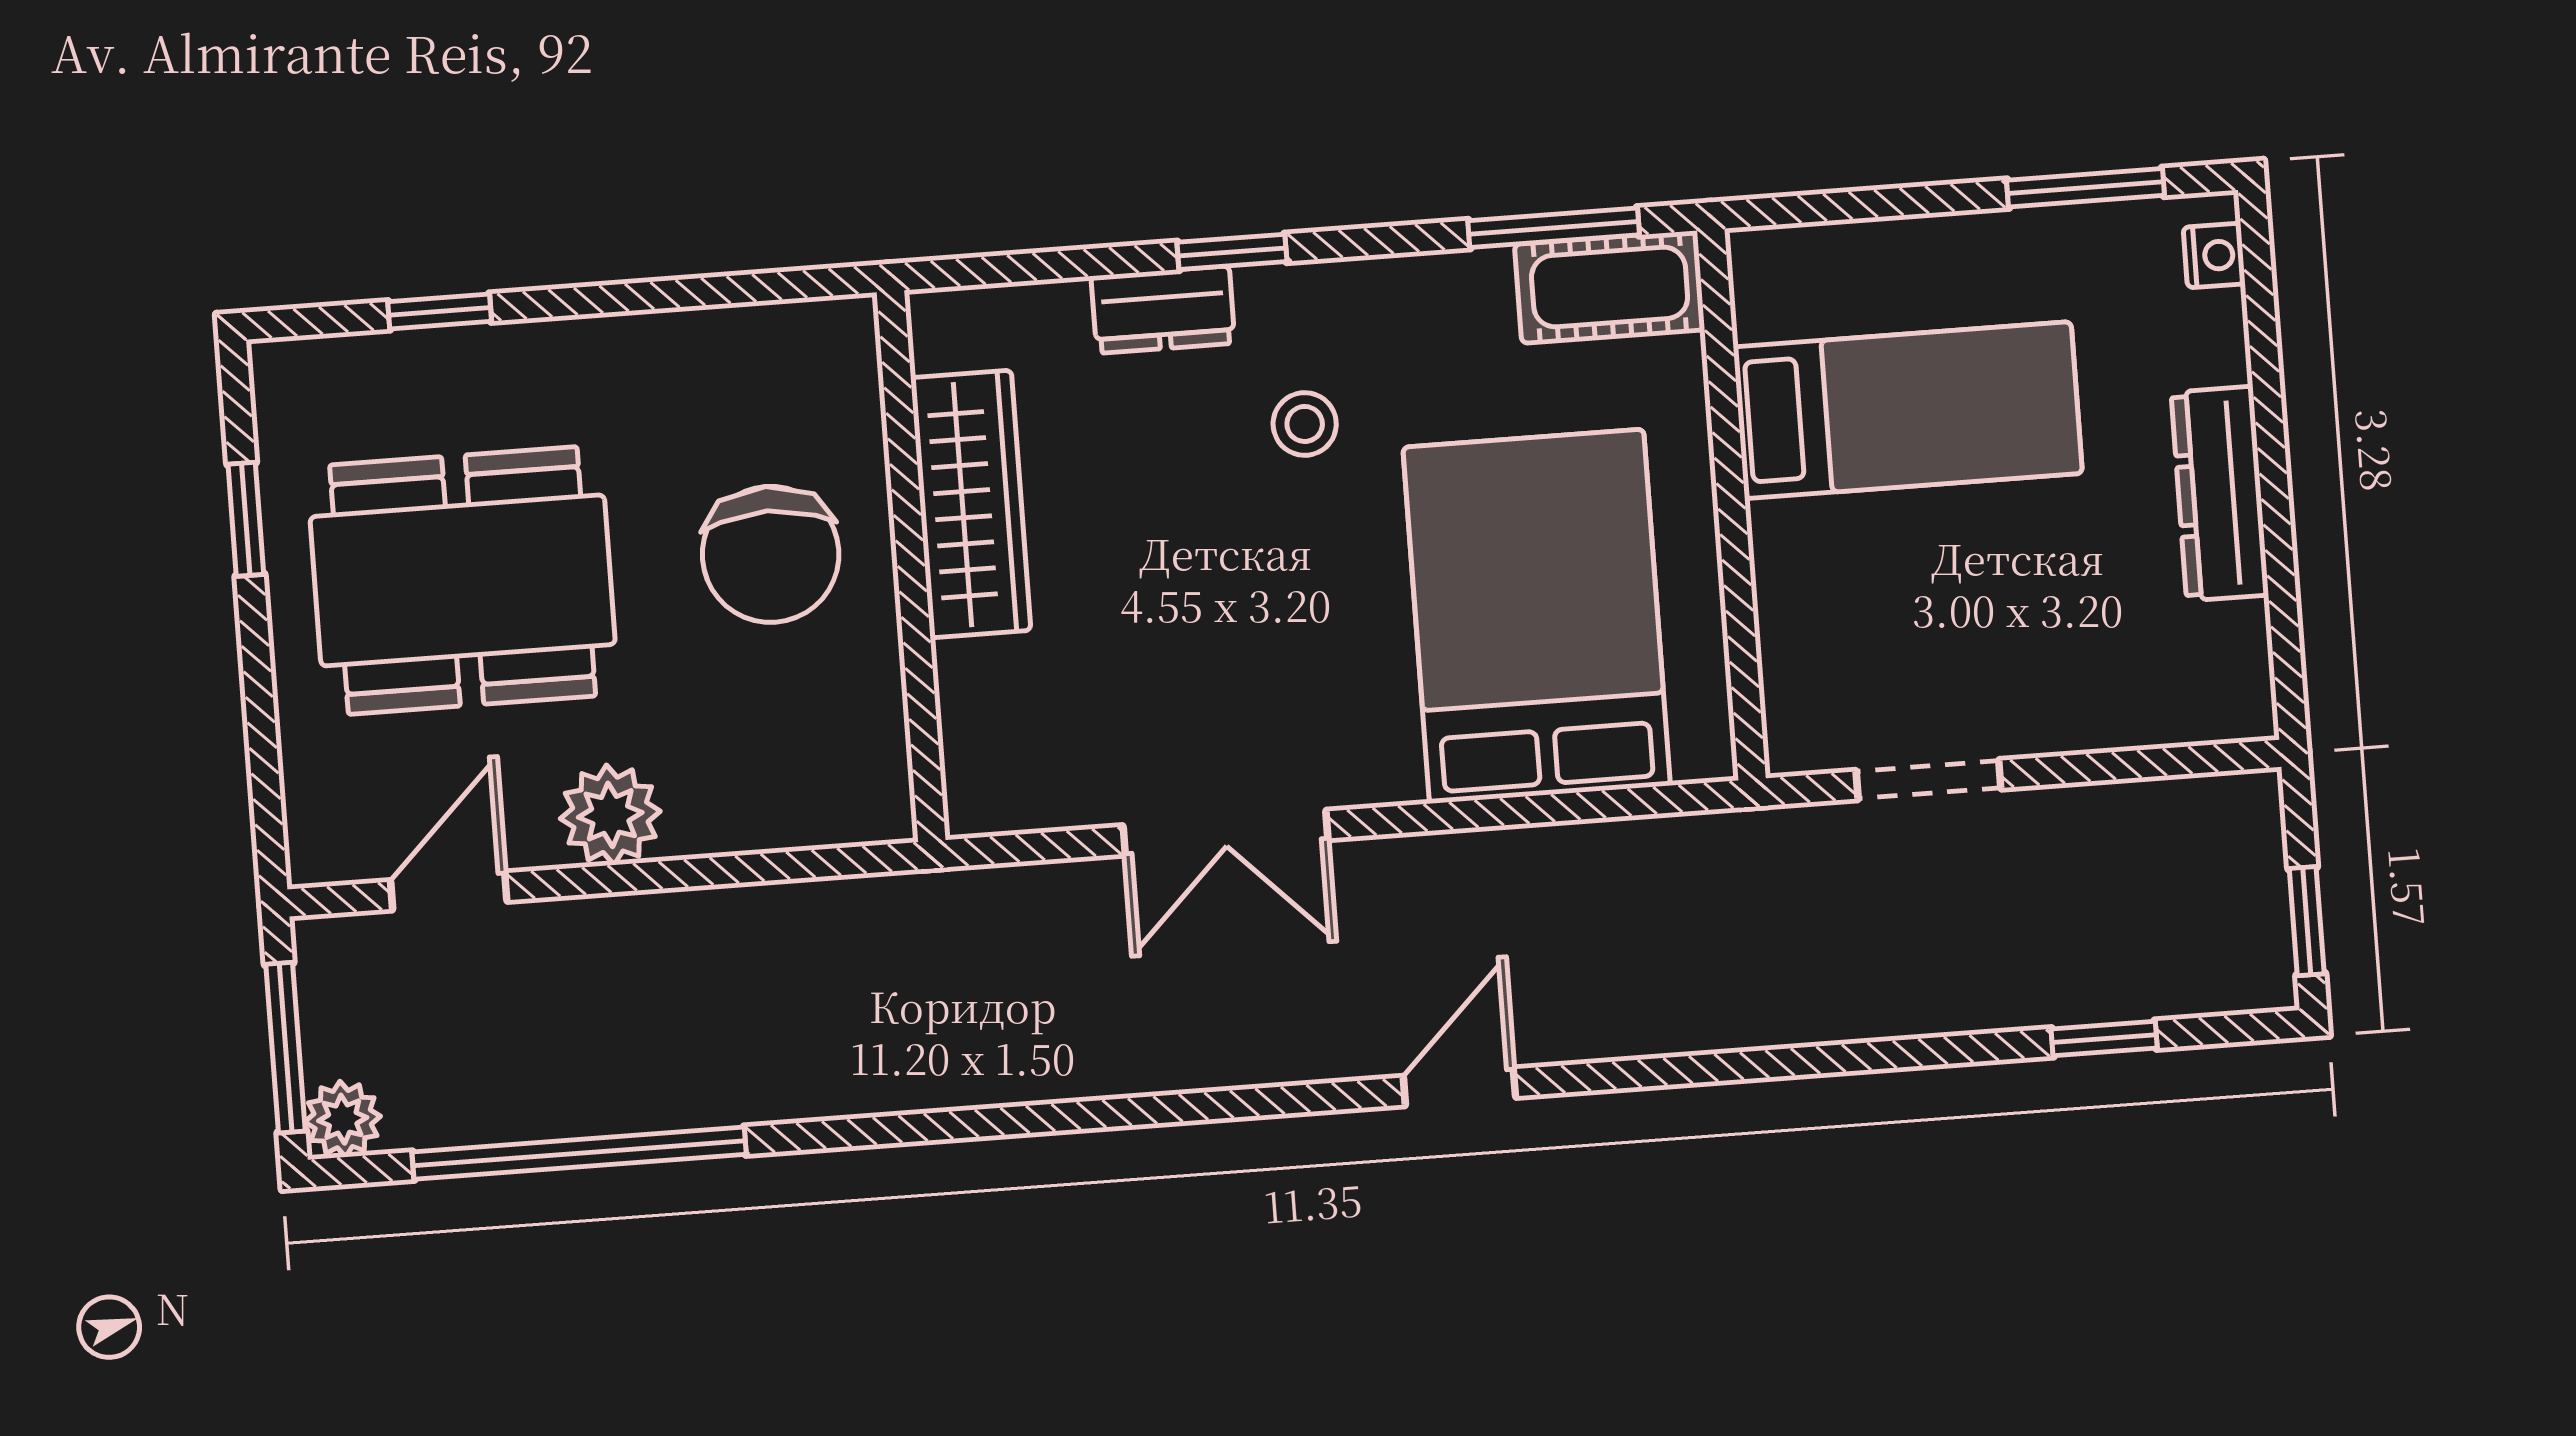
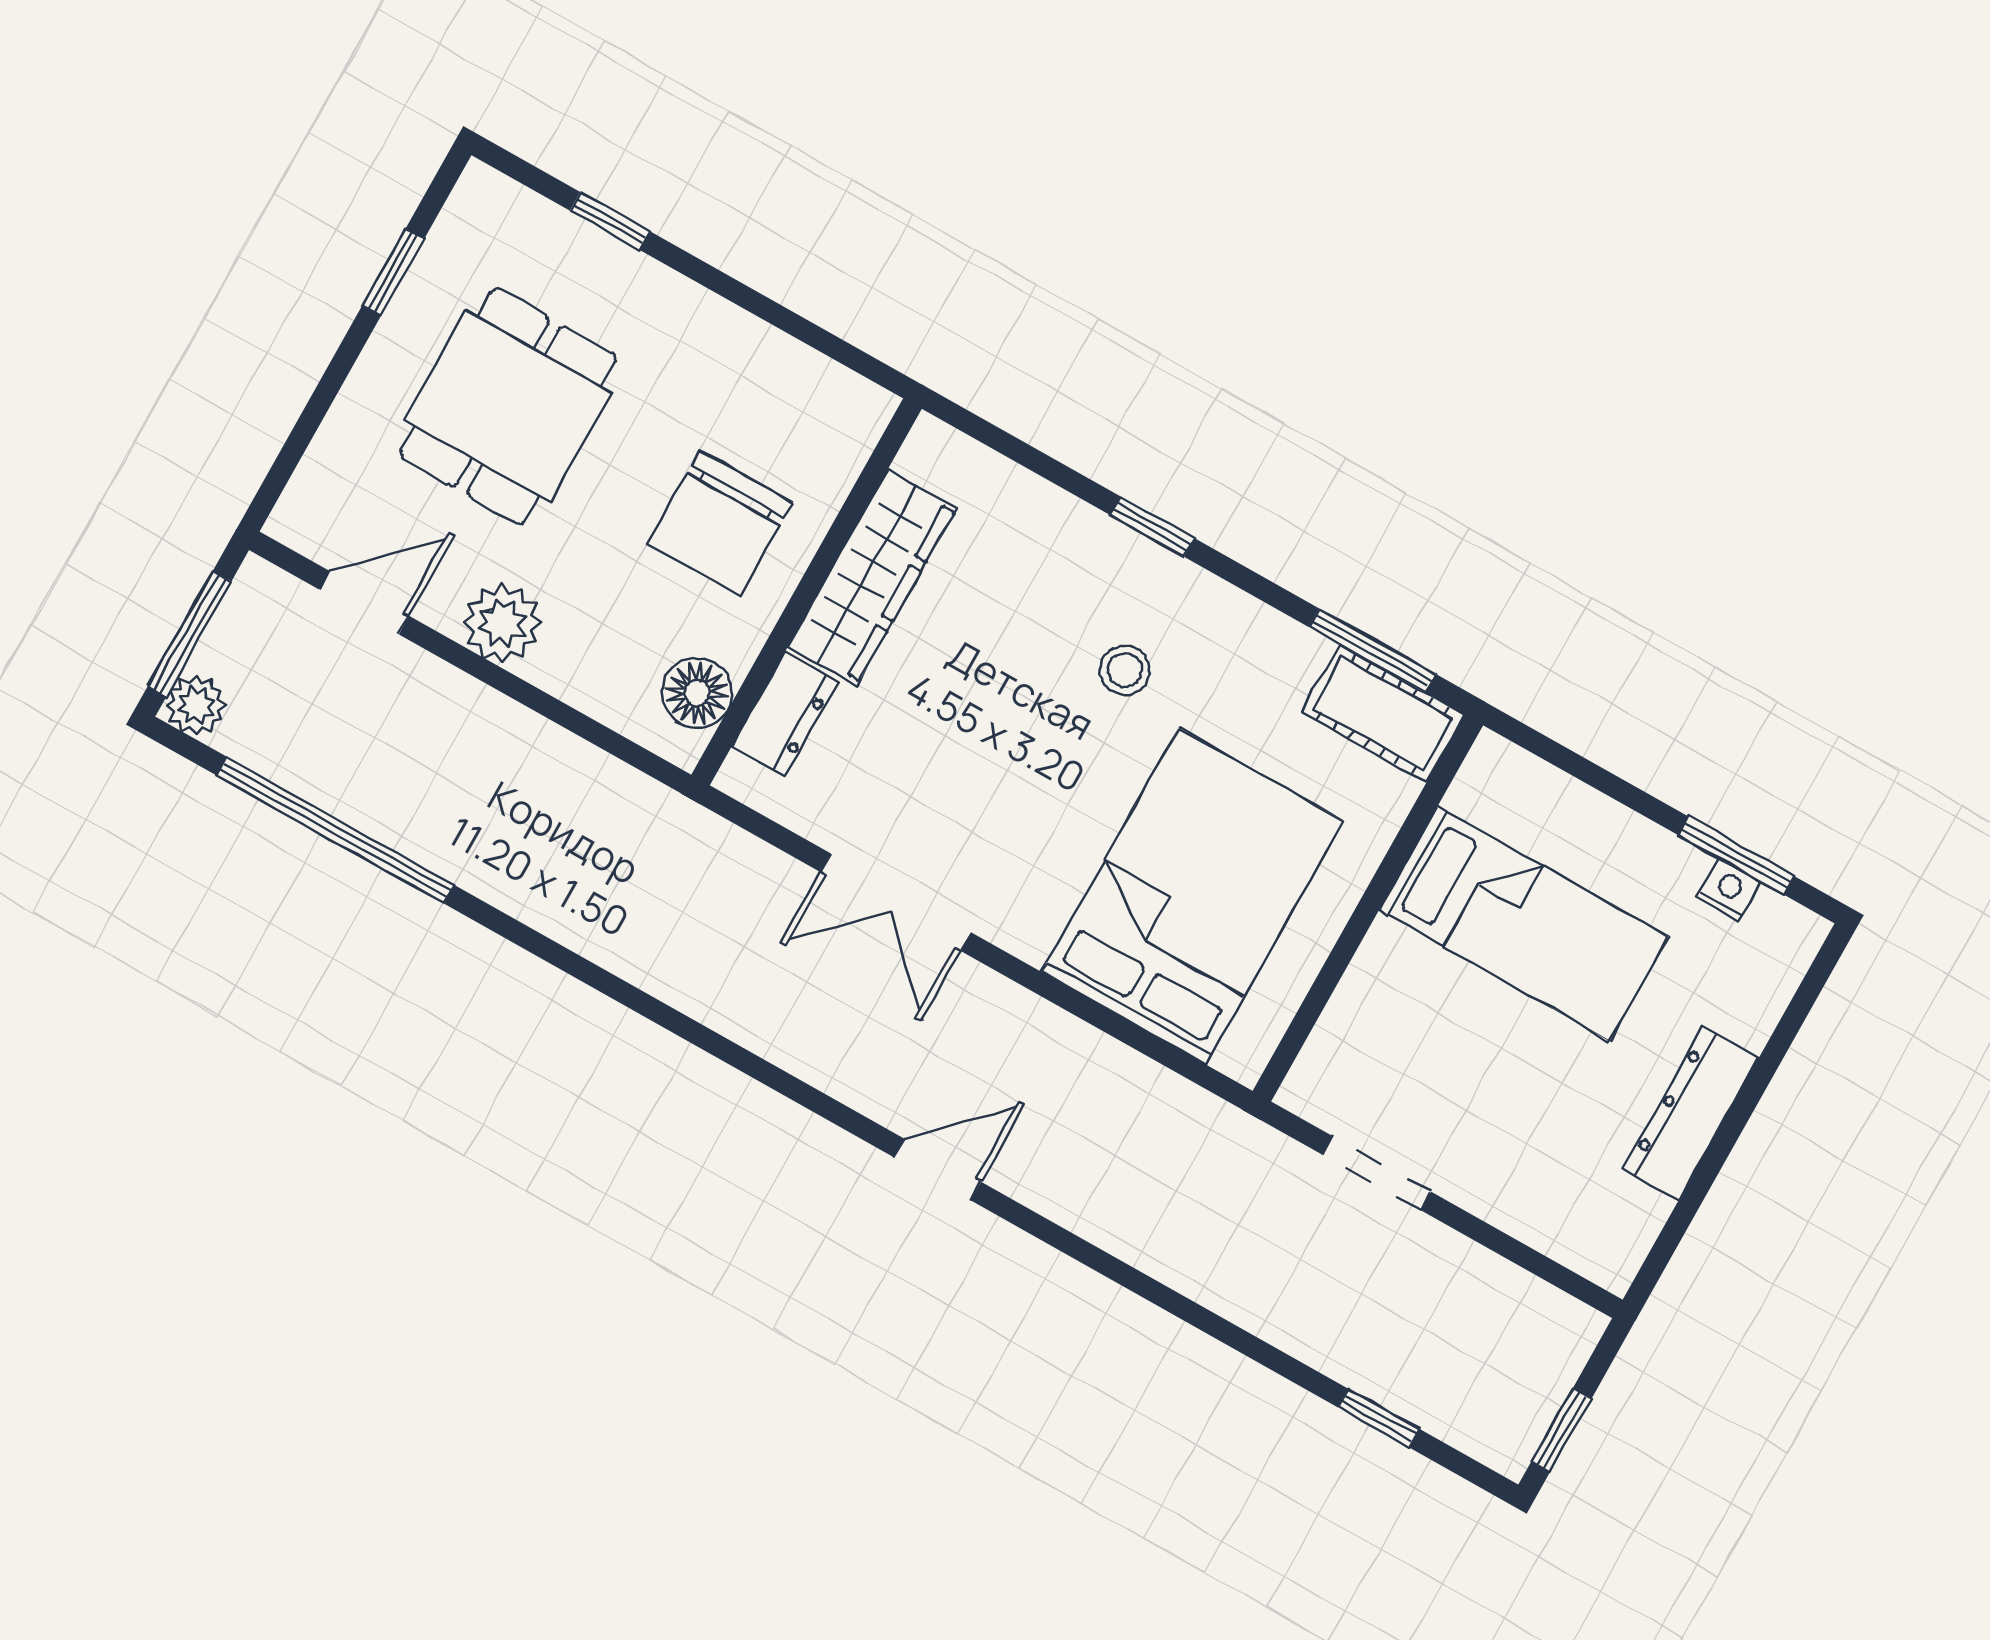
nightstand: (2214, 255) -> (1729, 889), moved, turned -90
dresser: (1163, 310) -> (785, 714), moved, turned -90
dining table: (463, 580) -> (508, 406), width x0.73
floor lamp: (867, 751) -> (697, 693), added

